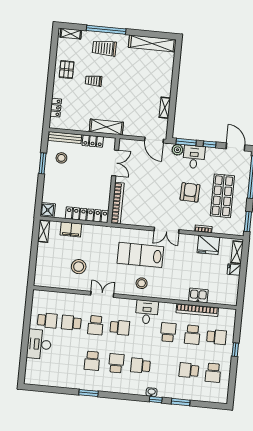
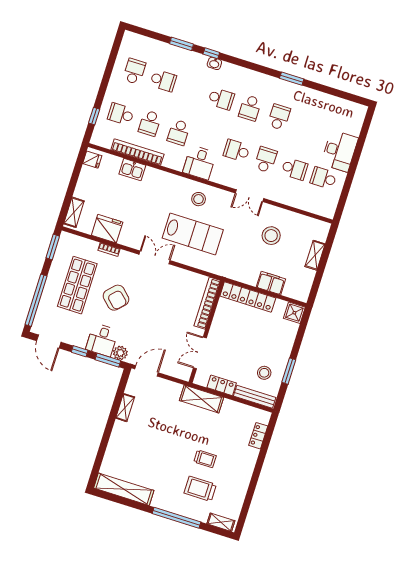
trolley: (104, 48) -> (200, 489), moved, turned 180
pallet: (67, 70) -> (235, 479), removed
door: (154, 140) -> (146, 371), hinge flipped
armchair: (190, 192) -> (116, 298), turned -48
shelving: (44, 231) -> (315, 255), moved
fridge: (234, 270) -> (92, 160), moved
school desk: (192, 335) -> (150, 123), turned 180
window: (235, 350) -> (94, 116), moved

